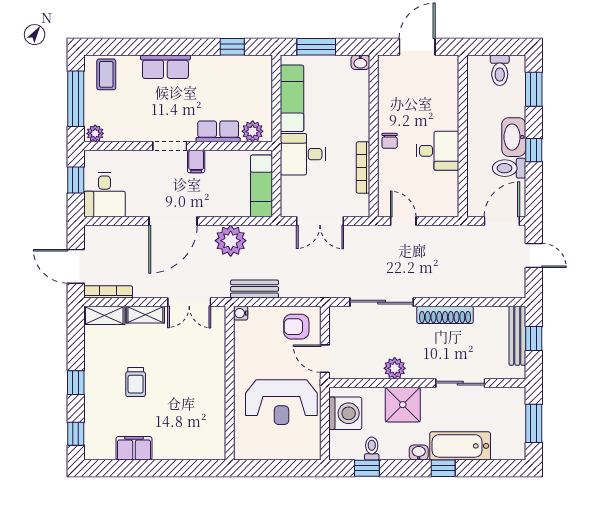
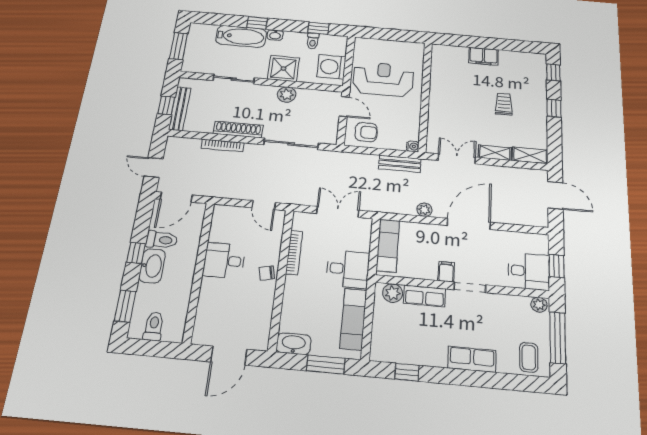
washbasin: (360, 62) -> (294, 344), width x1.91, depth x1.45
chair: (390, 141) -> (267, 273), turned -103
desk: (104, 195) -> (529, 271), moved, turned 90
plant: (231, 241) -> (424, 210), width x0.53, depth x0.53
bookcase: (108, 292) -> (222, 146), moved
filing cabinet: (134, 448) -> (484, 56), moved

